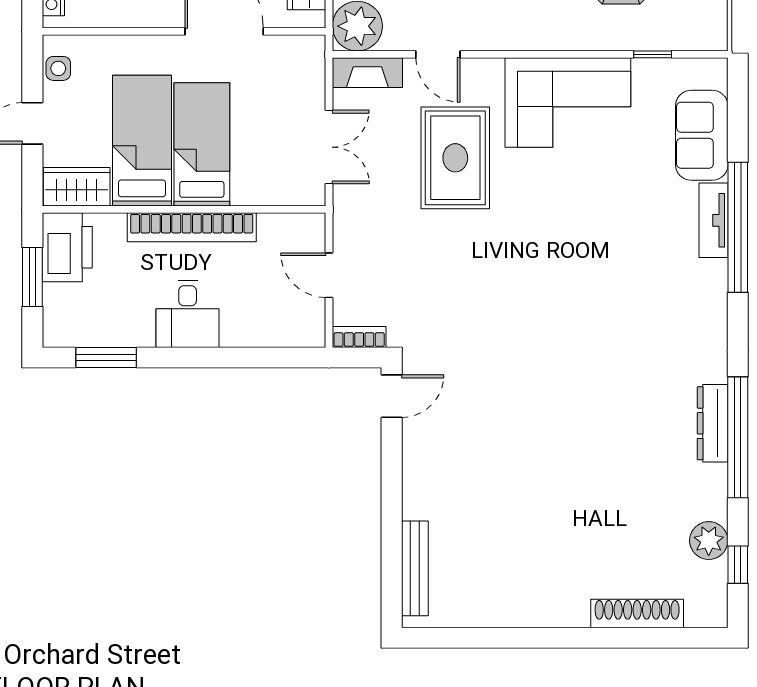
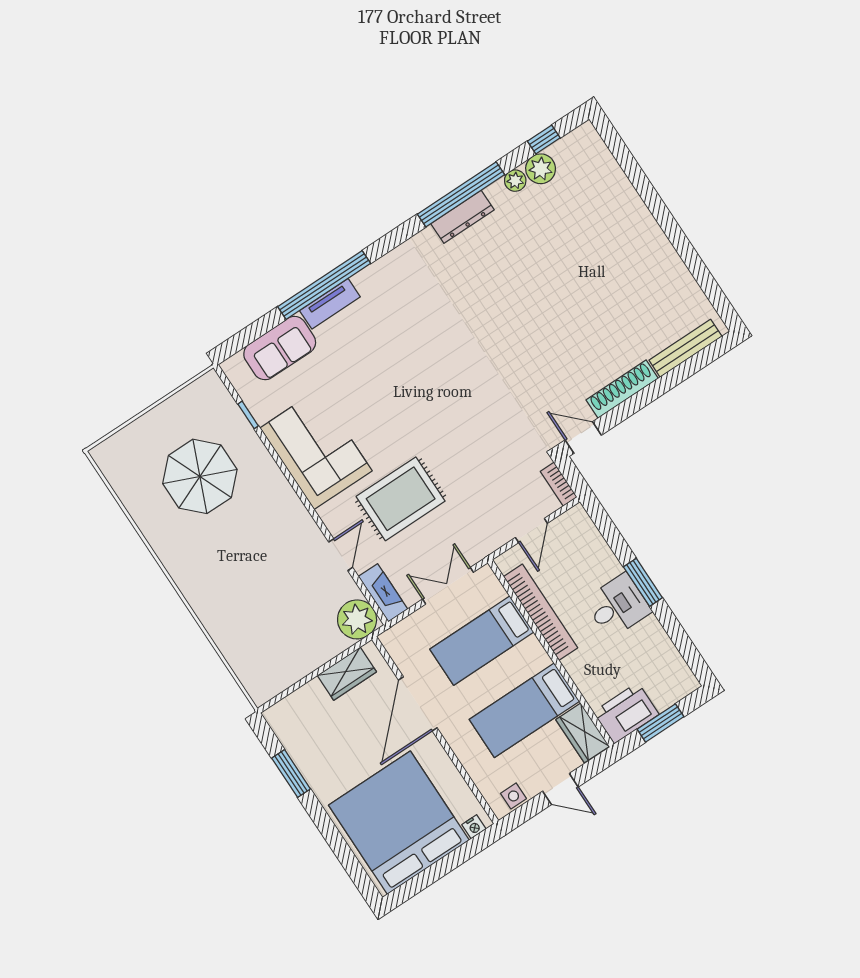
bed: (202, 144) -> (482, 641), moved
bookcase: (192, 227) -> (541, 612), moved
window: (106, 358) -> (643, 582), moved
plant: (714, 505) -> (515, 181), added
shoe rack: (637, 614) -> (622, 389), moved, turned 90

